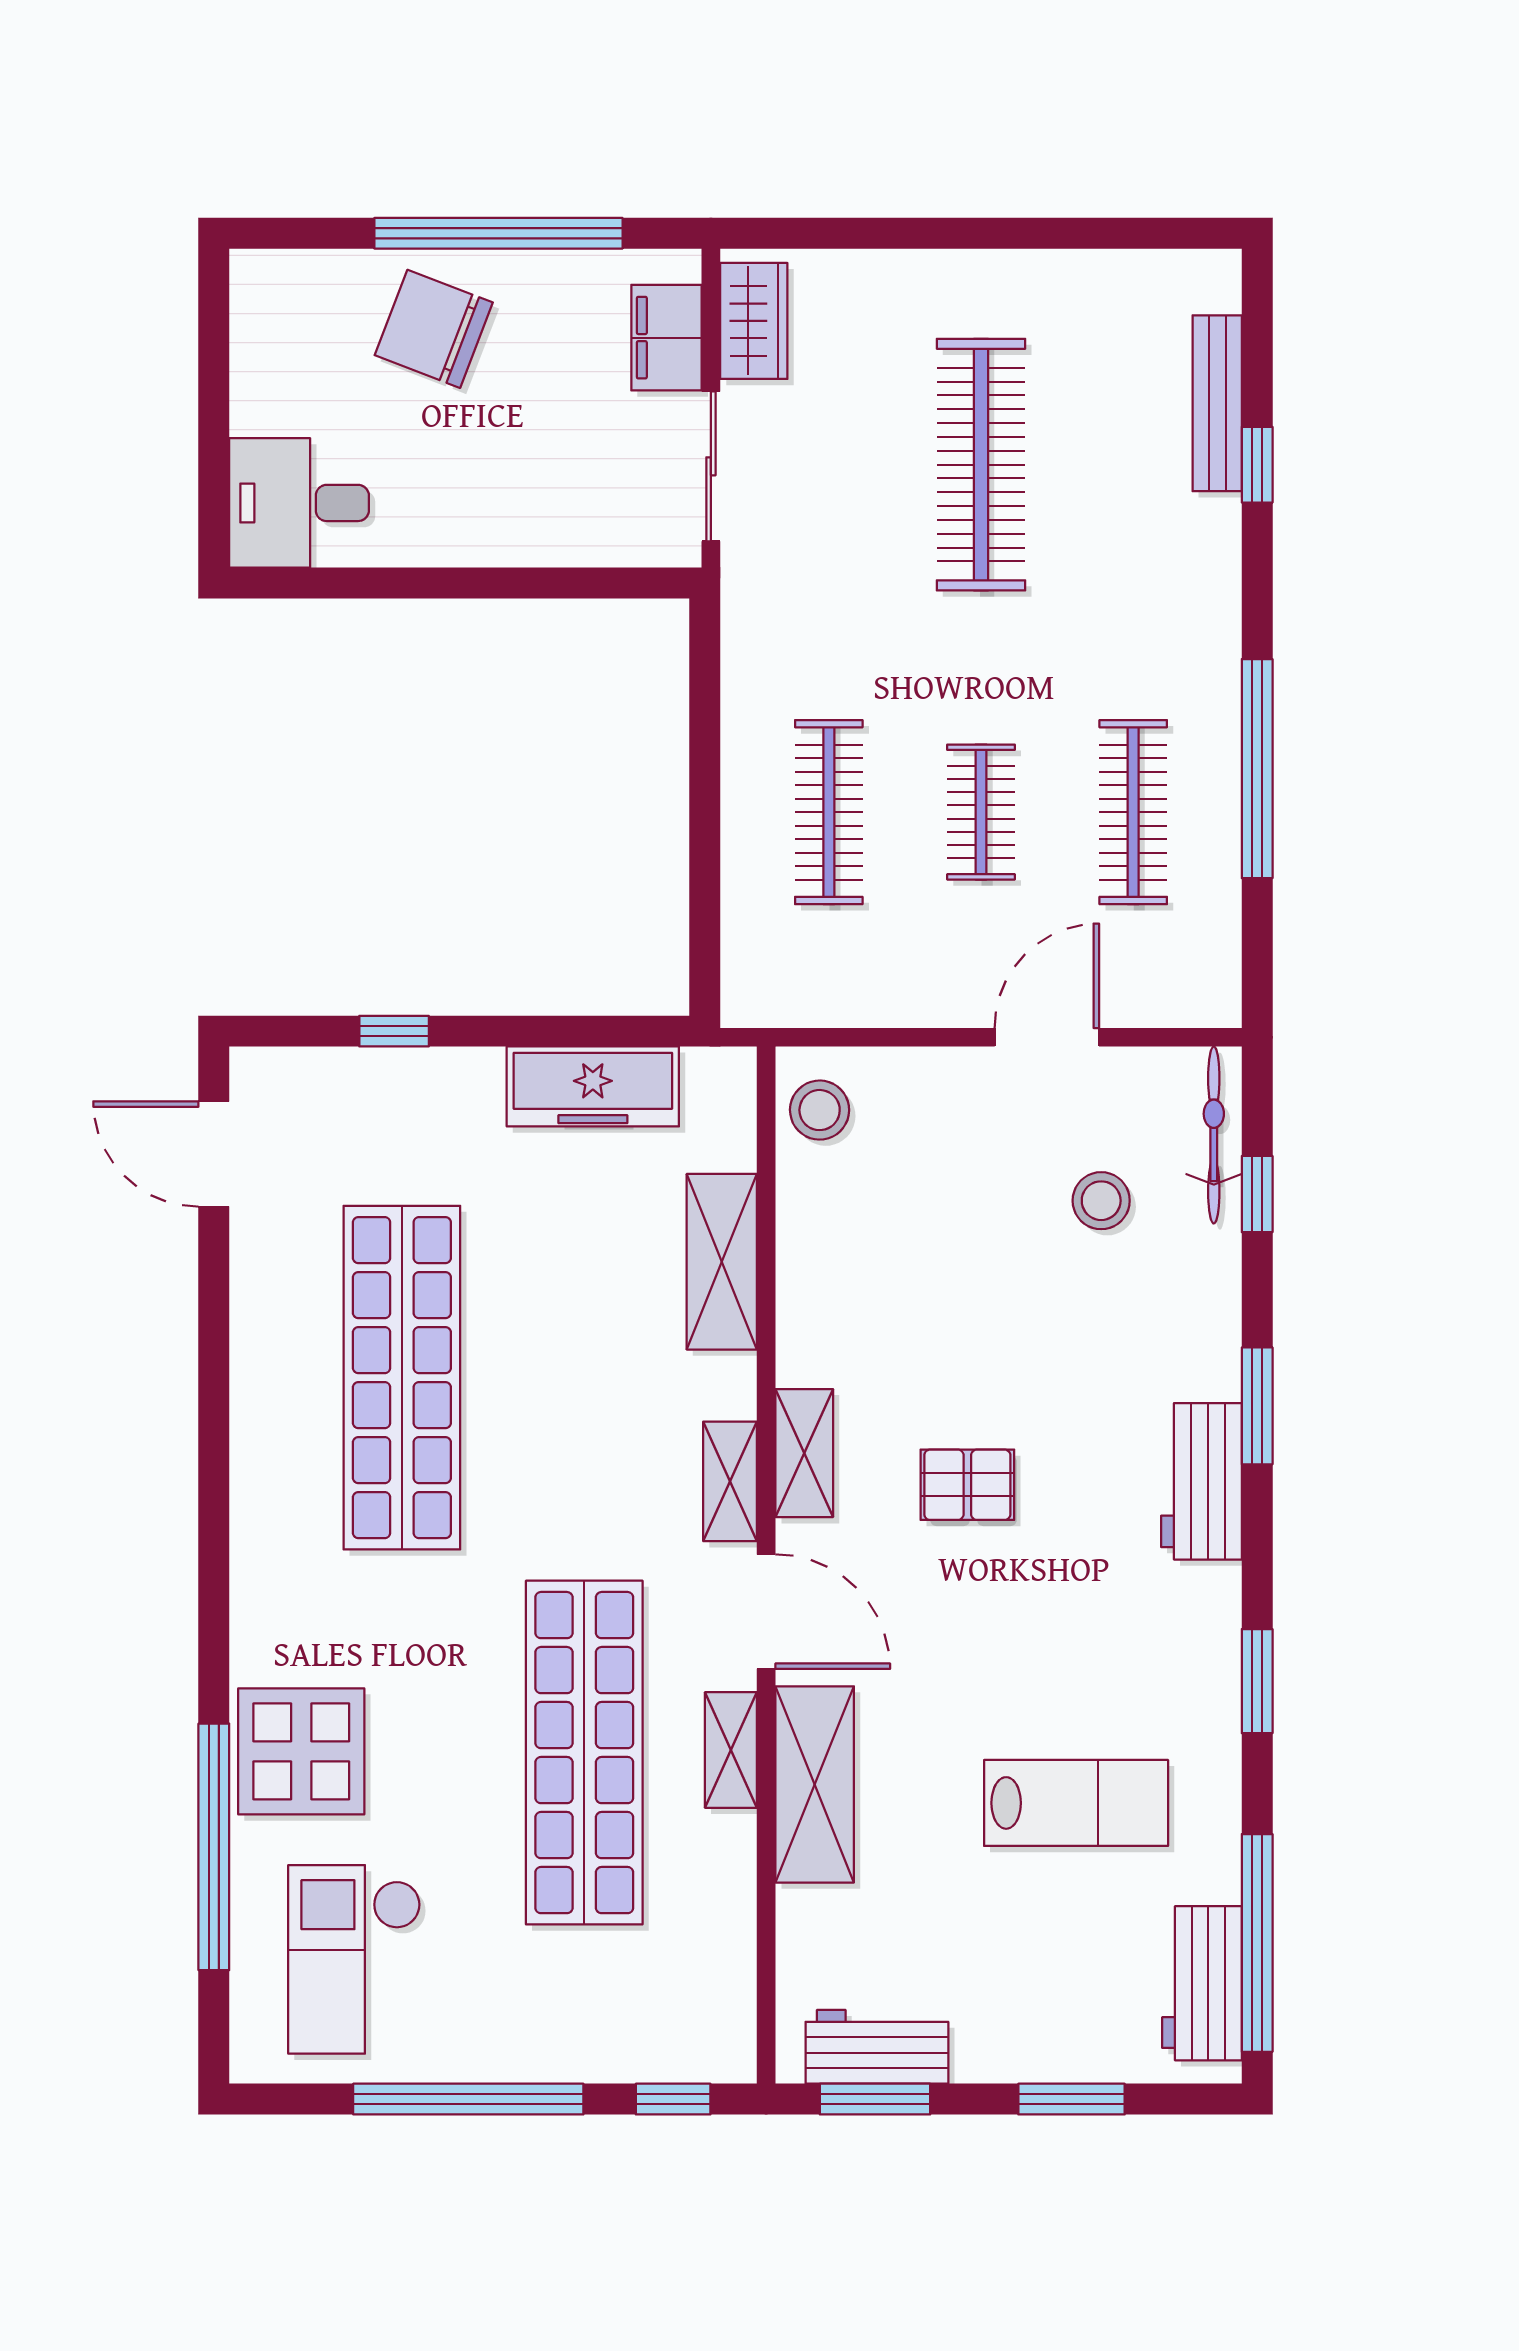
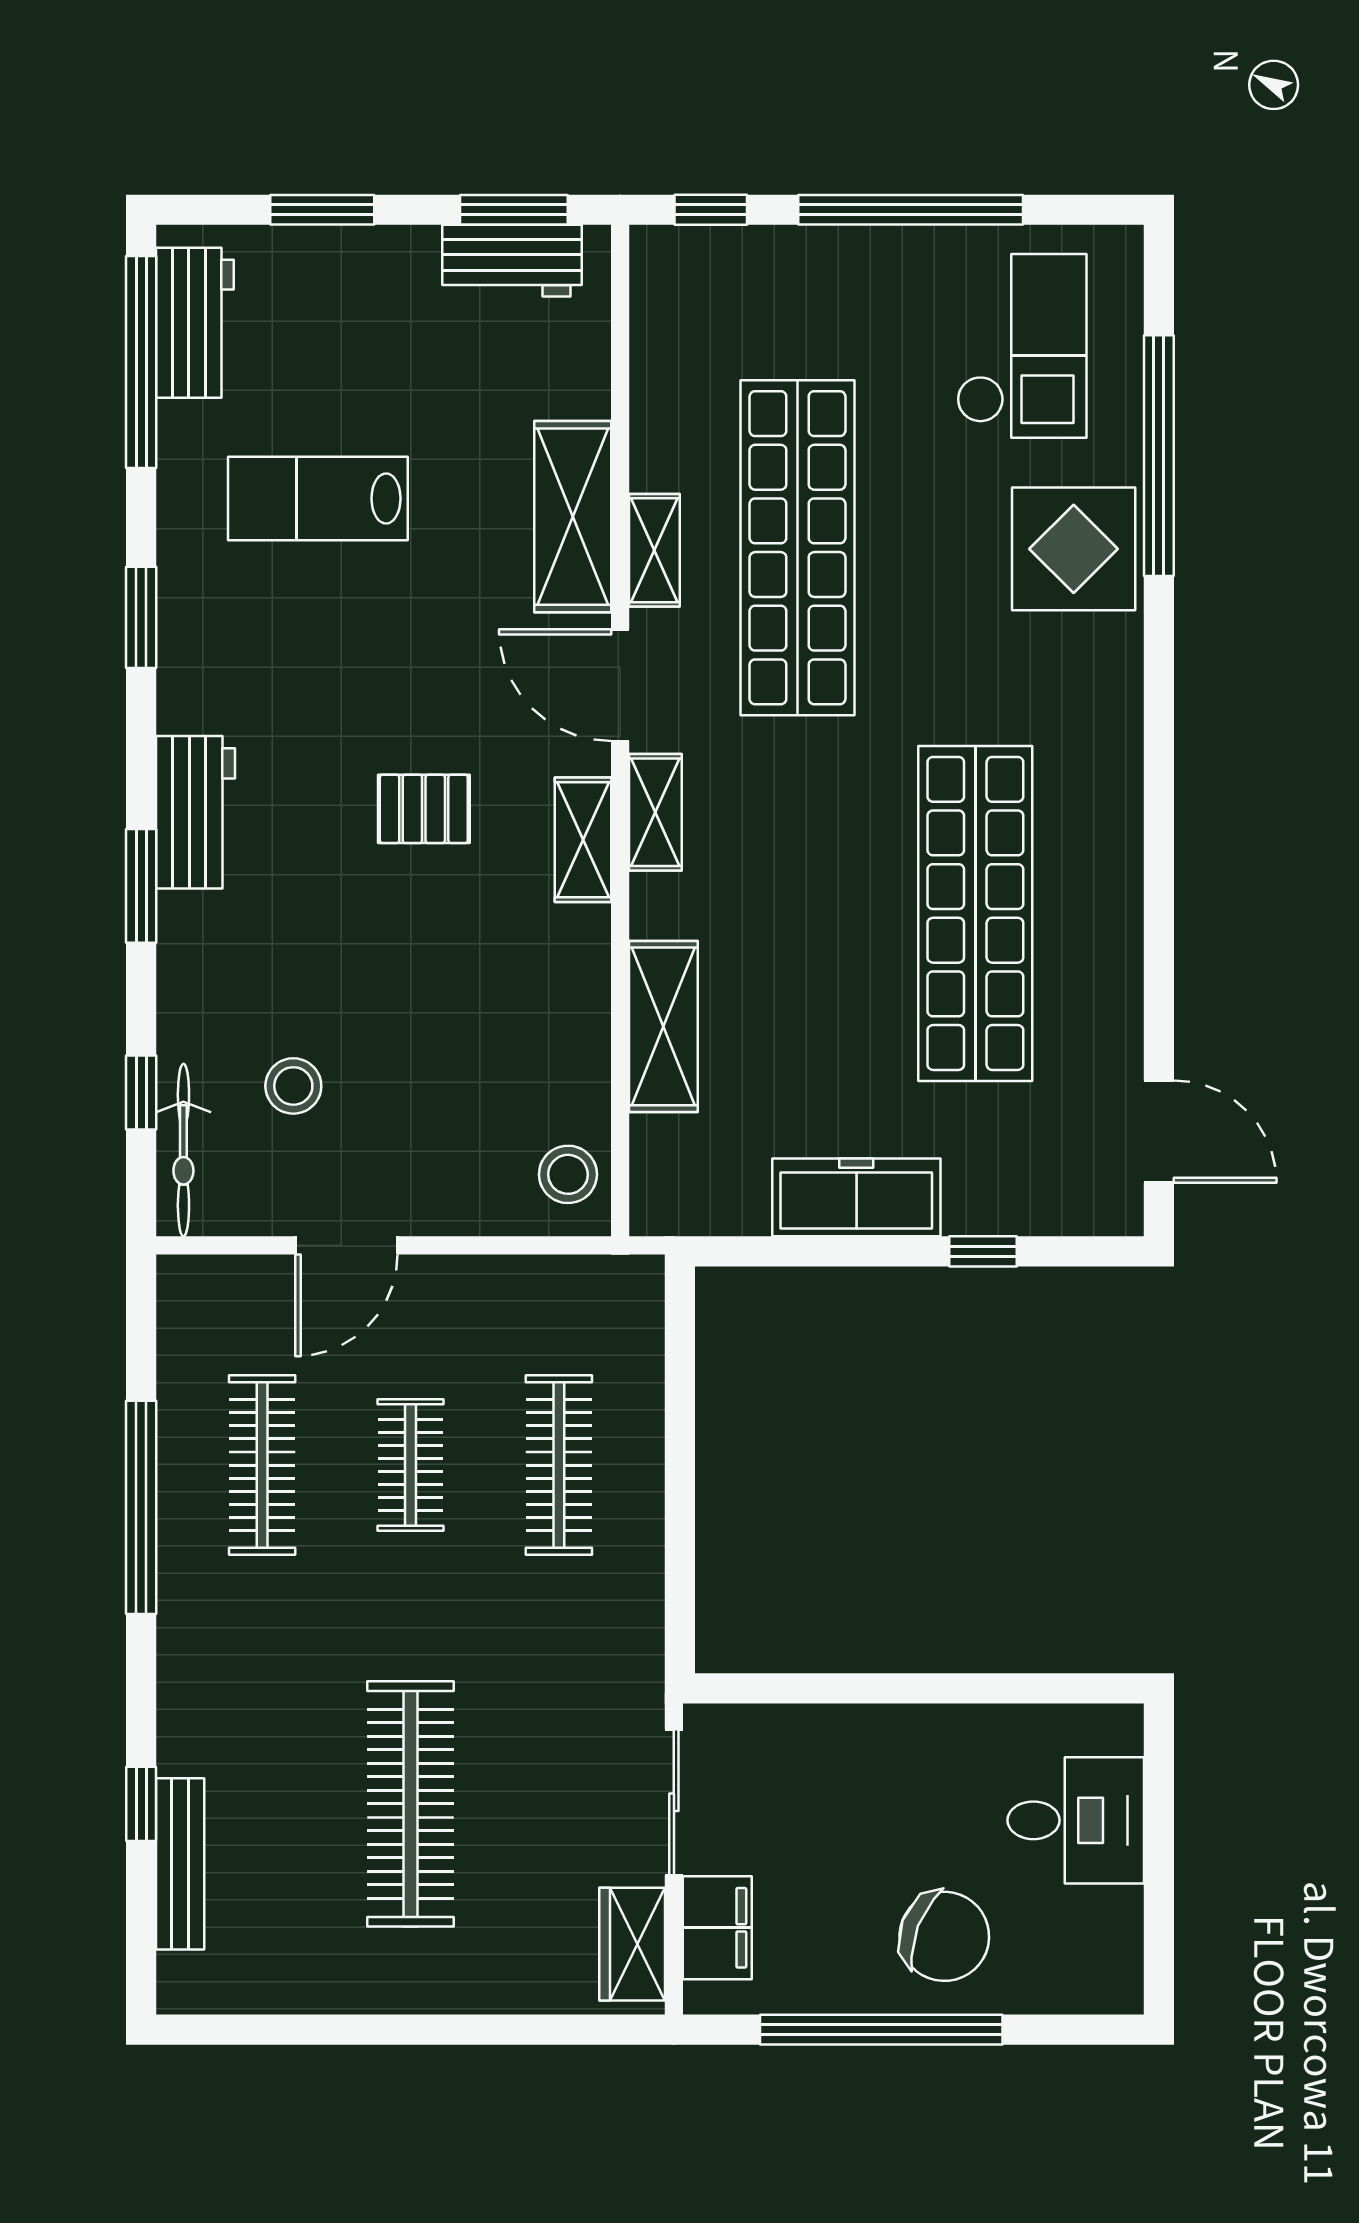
desk: (299, 503) -> (1076, 1820), moved
freezer: (593, 1086) -> (856, 1197), moved

